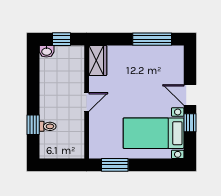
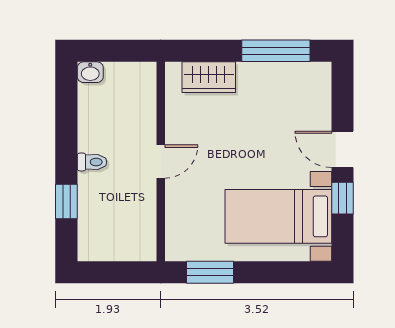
window: (62, 39) -> (116, 51), removed
wardrobe: (98, 60) -> (209, 77), moved, turned 90
toilet: (48, 126) -> (92, 162), moved

